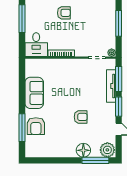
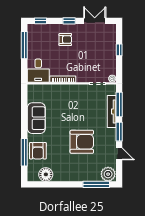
window: (119, 23) -> (119, 50), width x0.46
armchair: (81, 117) -> (82, 142), width x1.88, depth x1.88
floor lamp: (83, 150) -> (46, 174), moved

